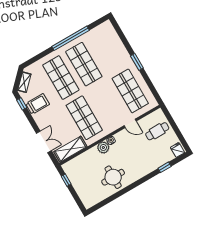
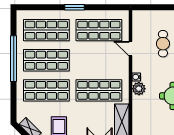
shop shelf: (107, 51) -> (46, 30), added
door: (130, 123) -> (130, 49), swing flipped
cafe table: (157, 131) -> (163, 44), moved

